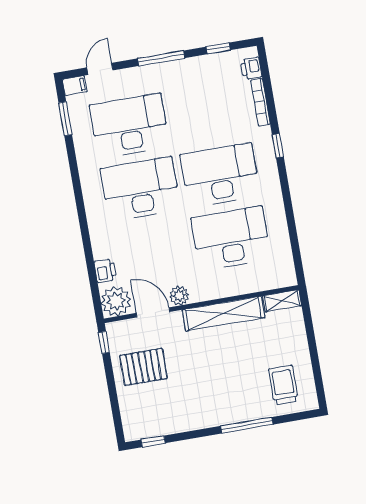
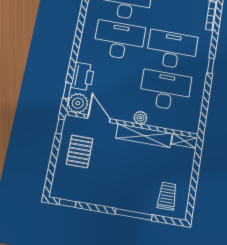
window: (278, 146) -> (211, 66), moved
printer: (105, 271) -> (83, 76), width x1.87, depth x1.48
window: (95, 289) -> (67, 91), added
plant: (179, 296) -> (140, 118), moved
pallet: (143, 367) -> (80, 151), turned 90

